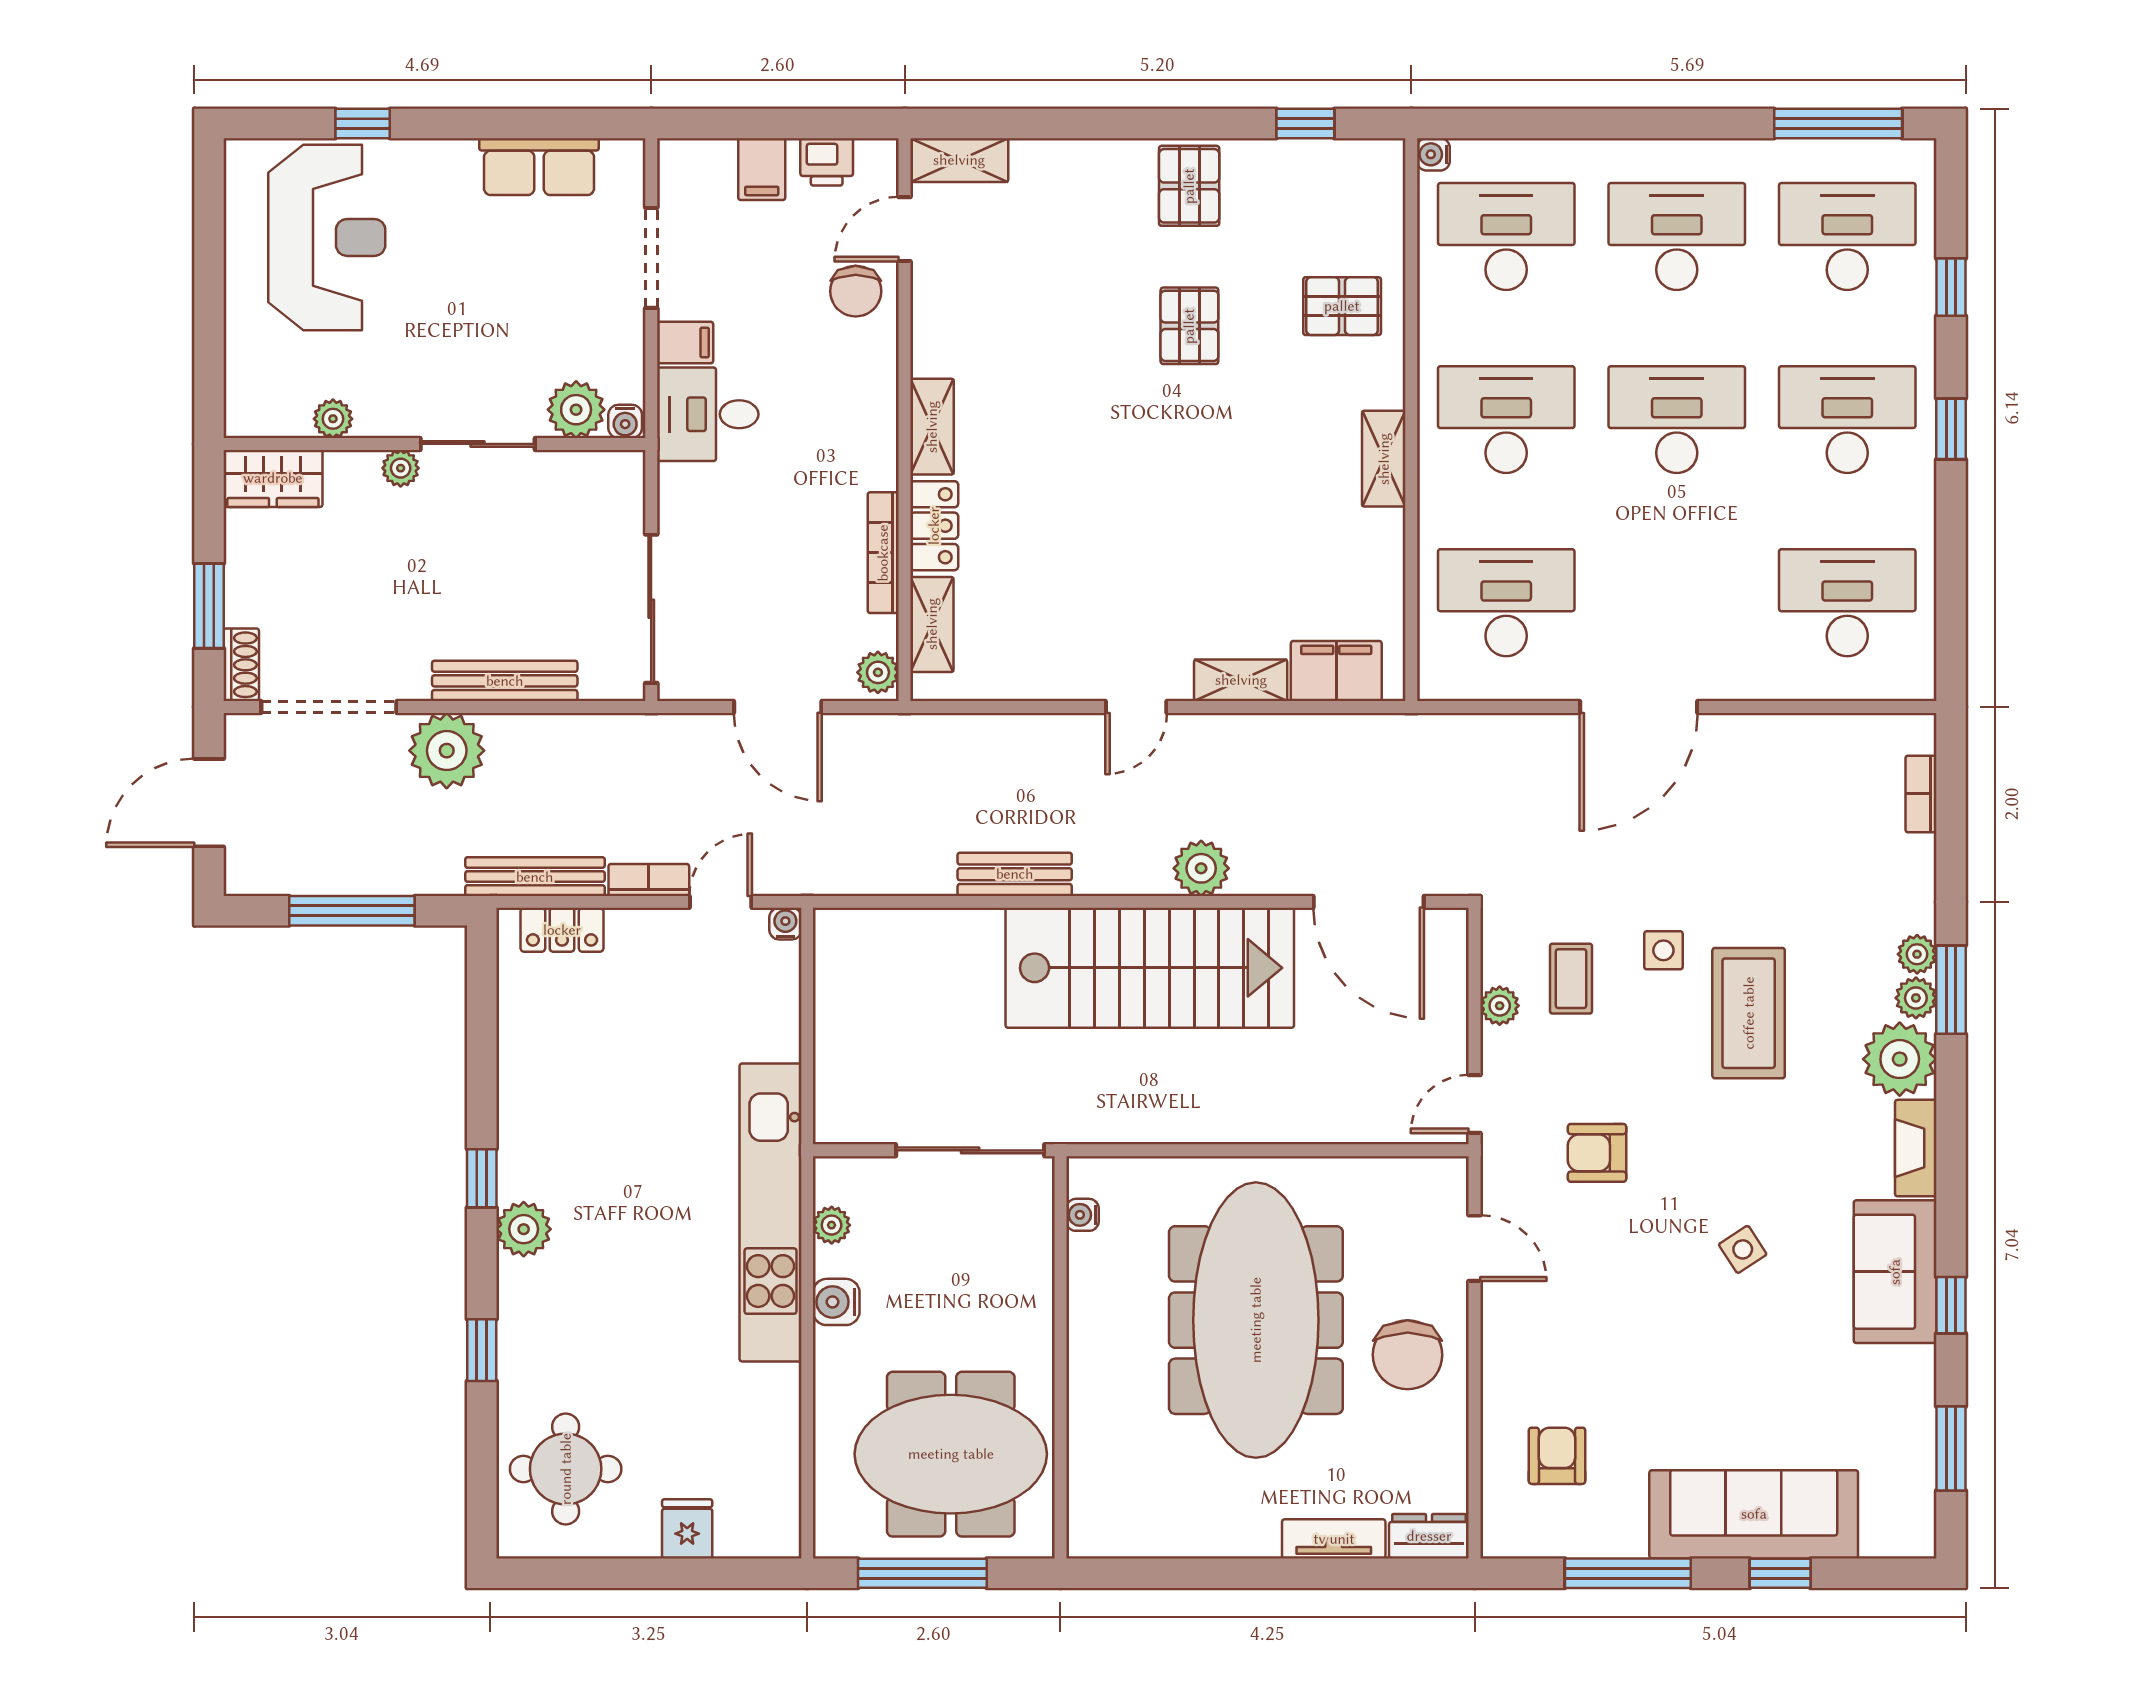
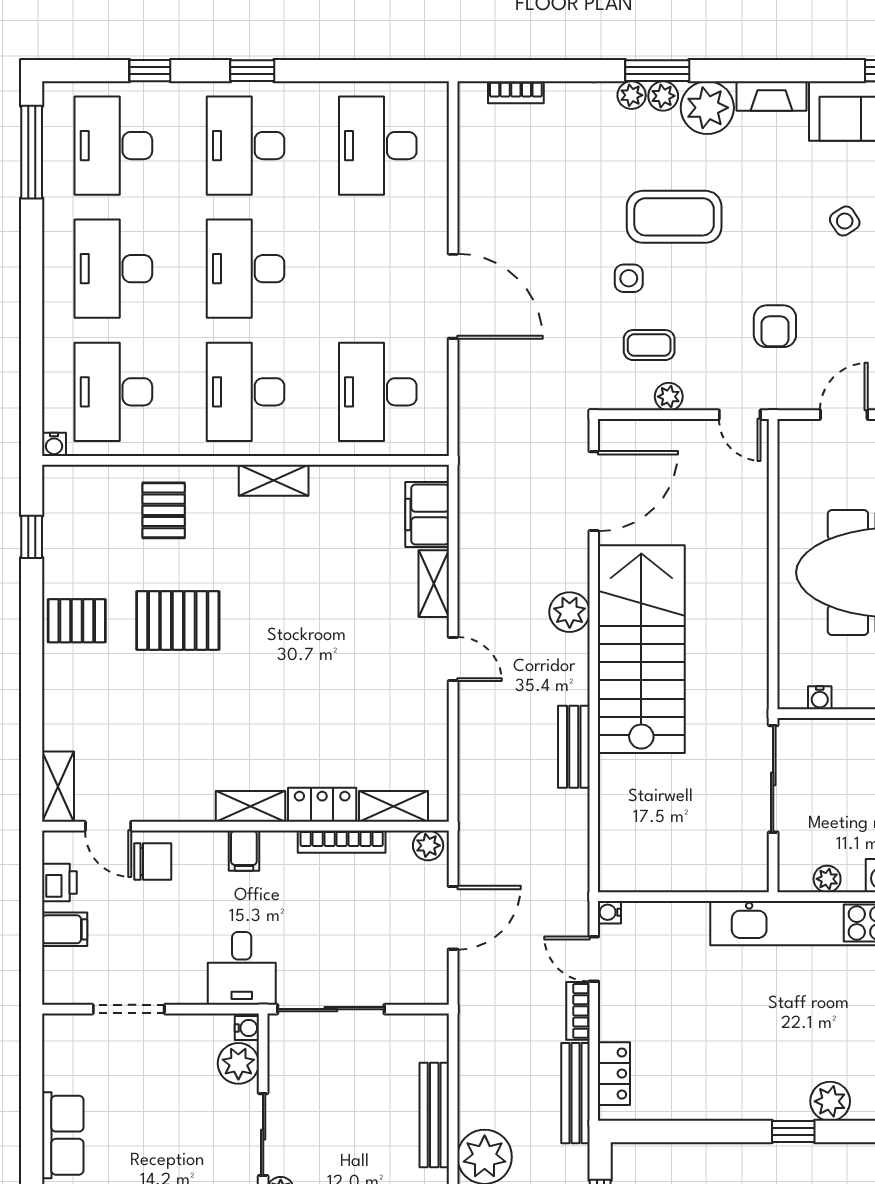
row of seats: (539, 167) -> (63, 1135), moved
pallet: (1189, 326) -> (178, 620), width x1.50, depth x1.42
filing cabinet: (685, 342) -> (244, 851), moved, turned 180
sliding door: (651, 609) -> (331, 1009), moved

